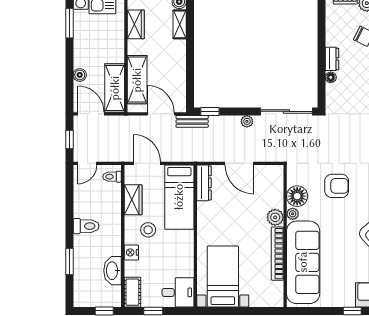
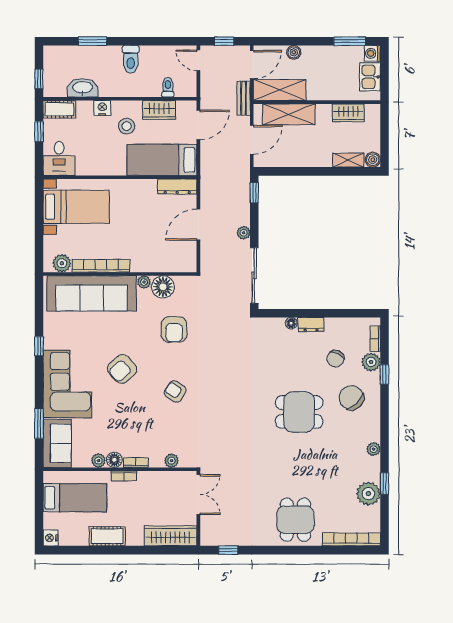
bench: (192, 121) -> (244, 98), moved
toilet: (112, 177) -> (168, 87), moved
plant: (275, 217) -> (62, 263), moved

